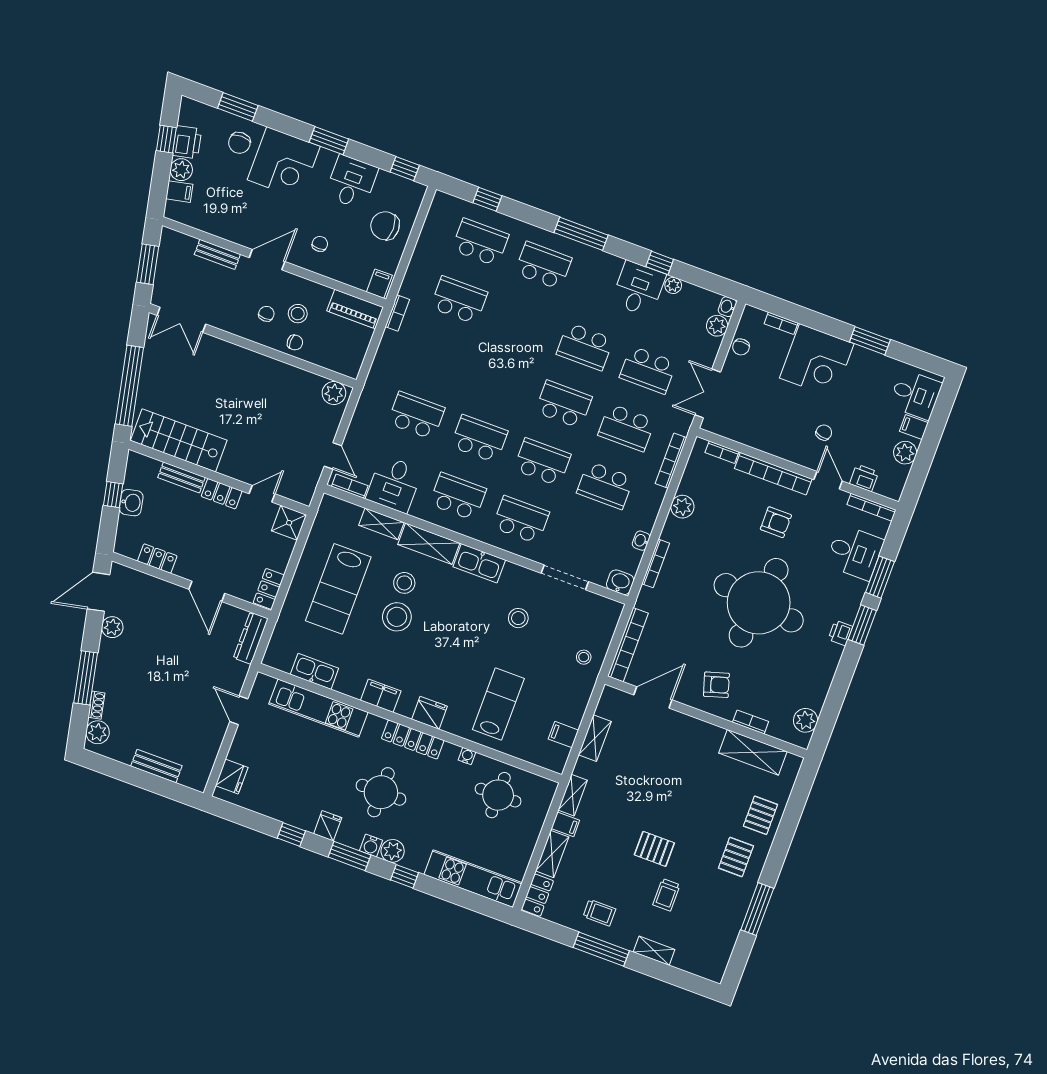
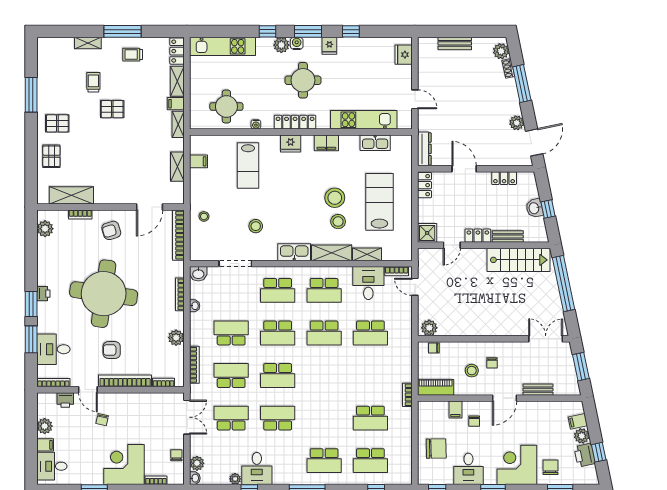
filing cabinet: (379, 284) -> (455, 410), moved
chair: (295, 343) -> (434, 348), moved
pallet: (736, 857) -> (57, 123), turned 90

